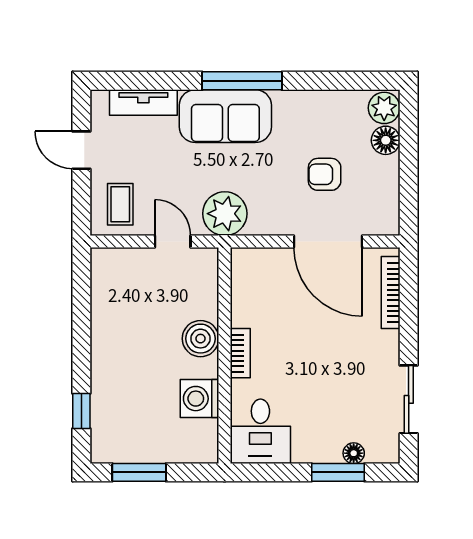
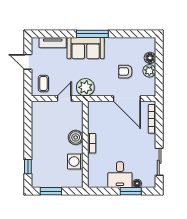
plant: (384, 108) -> (149, 71), moved
door: (173, 242) -> (64, 98), hinge flipped
desk: (260, 431) -> (120, 175), moved

